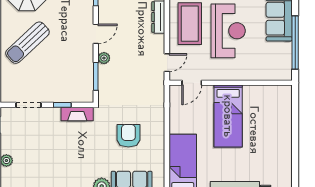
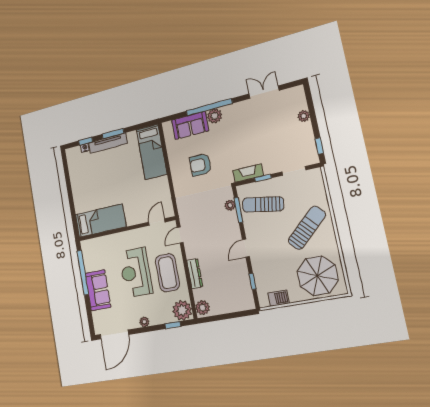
plant: (104, 58) -> (230, 205), moved
sun lounger: (68, 77) -> (263, 204), added
bed: (228, 116) -> (101, 221), moved, turned 90
armchair: (128, 136) -> (200, 165), turned 90

